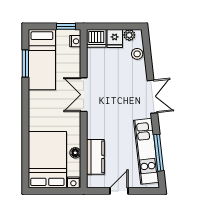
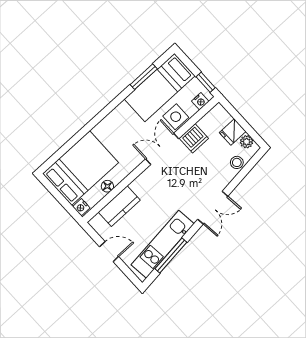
dishwasher: (96, 38) -> (194, 138), moved, turned -90
side table: (71, 67) -> (176, 117), added

